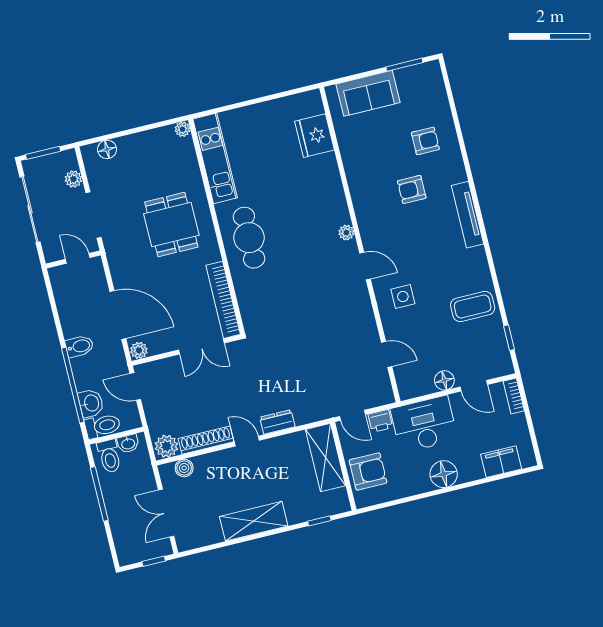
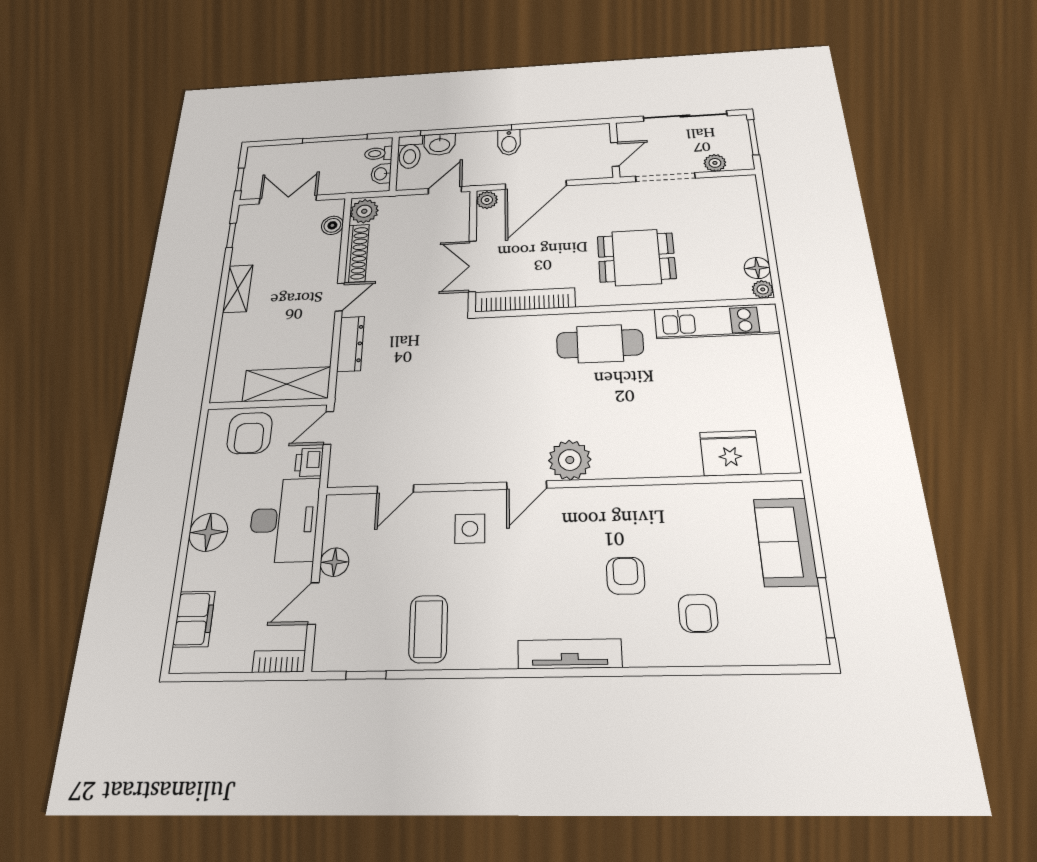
floor lamp: (107, 149) -> (757, 268), moved
plant: (346, 233) -> (570, 460), width x1.88, depth x1.88
dresser: (277, 422) -> (351, 344), width x1.44
toilet: (109, 456) -> (378, 153), width x0.73, depth x0.72
shelving: (254, 521) -> (238, 289), width x0.67, depth x0.75
window: (319, 521) -> (231, 235), moved

